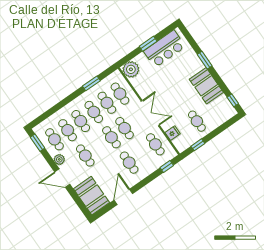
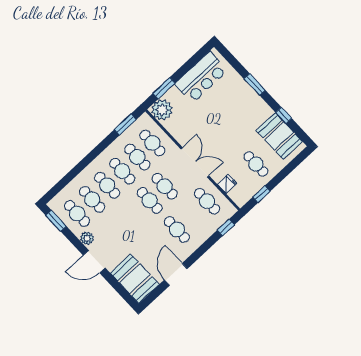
window: (148, 44) -> (164, 88), moved
window: (91, 83) -> (125, 124), moved
booth: (206, 86) -> (279, 136), moved
window: (233, 100) -> (284, 115), moved
cafe table: (85, 156) -> (119, 229), removed

